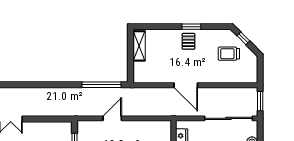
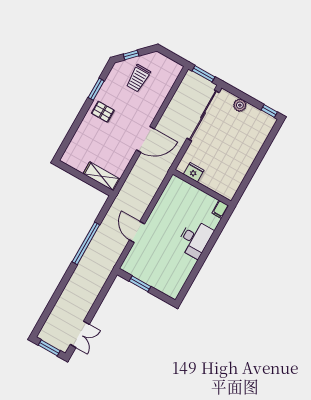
window: (191, 27) -> (96, 89), moved
shelving: (139, 46) -> (102, 176), moved
window: (102, 85) -> (86, 243), moved

